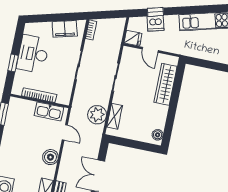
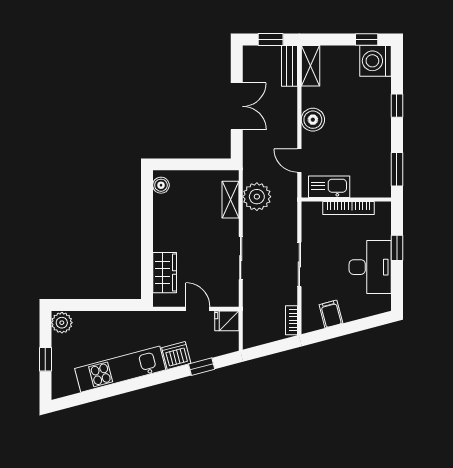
dishwasher: (155, 23) -> (176, 355), moved
filing cabinet: (65, 29) -> (331, 314), width x0.50
wardrobe: (166, 84) -> (165, 273), width x0.67

